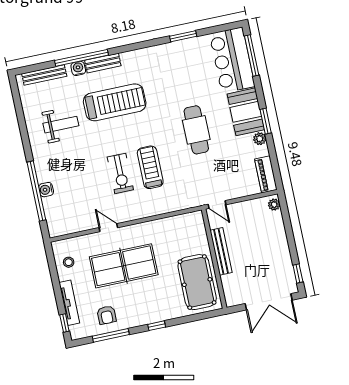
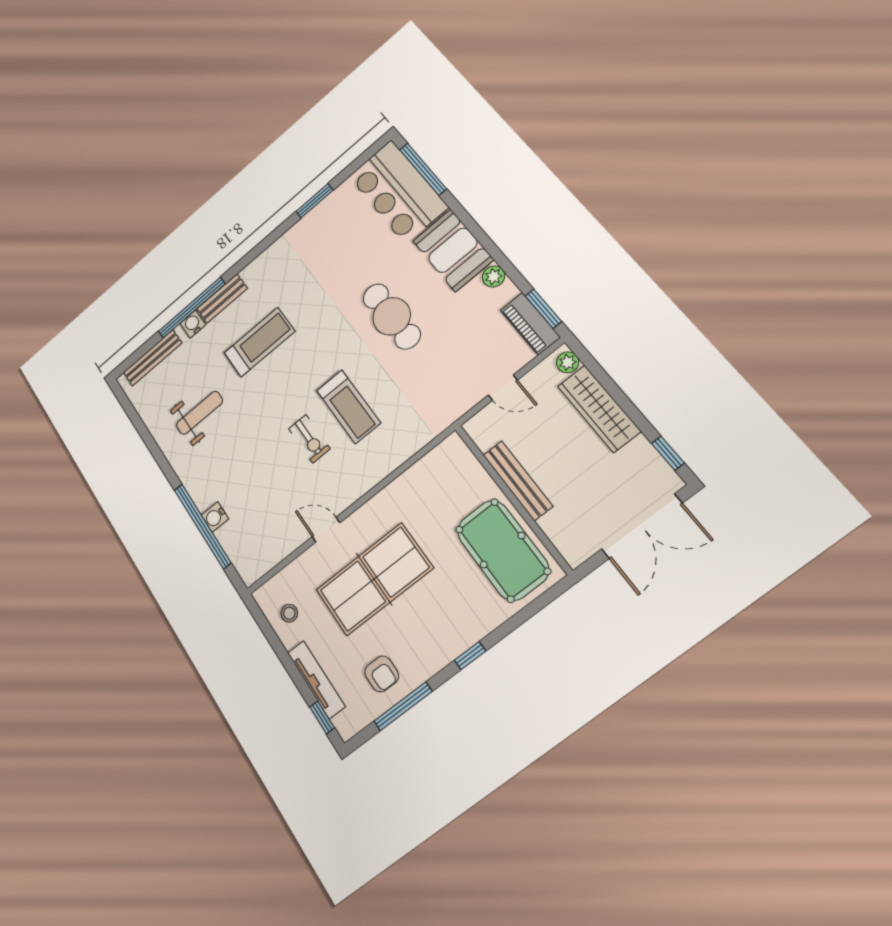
treadmill: (115, 102) -> (259, 342), width x0.73, depth x0.73
window: (266, 121) -> (543, 309), moved
treadmill: (150, 167) -> (349, 407), turned 180
exercise bike: (120, 173) -> (309, 439), width x0.73, depth x0.72
door: (217, 205) -> (503, 388), moved
wardrobe: (277, 236) -> (599, 409), added

